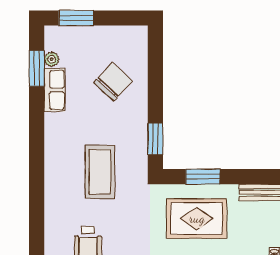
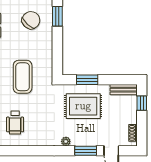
window: (155, 139) -> (57, 16), moved

